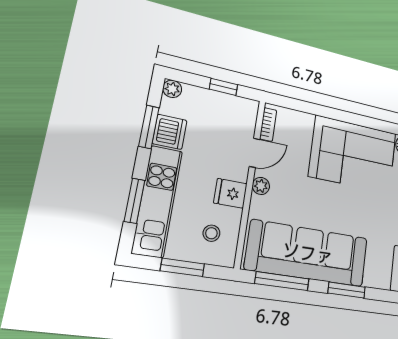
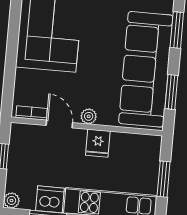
stool: (211, 233) -> (134, 157), removed
window: (282, 281) -> (171, 92), width x0.69

